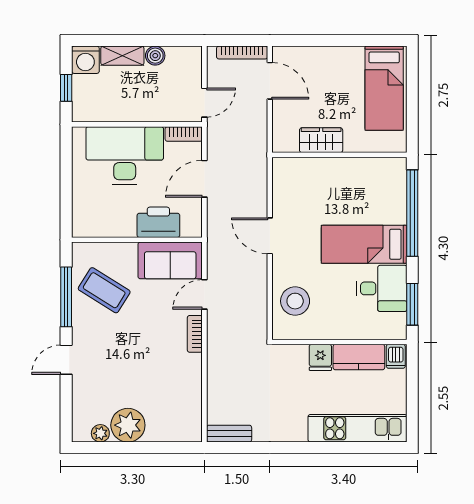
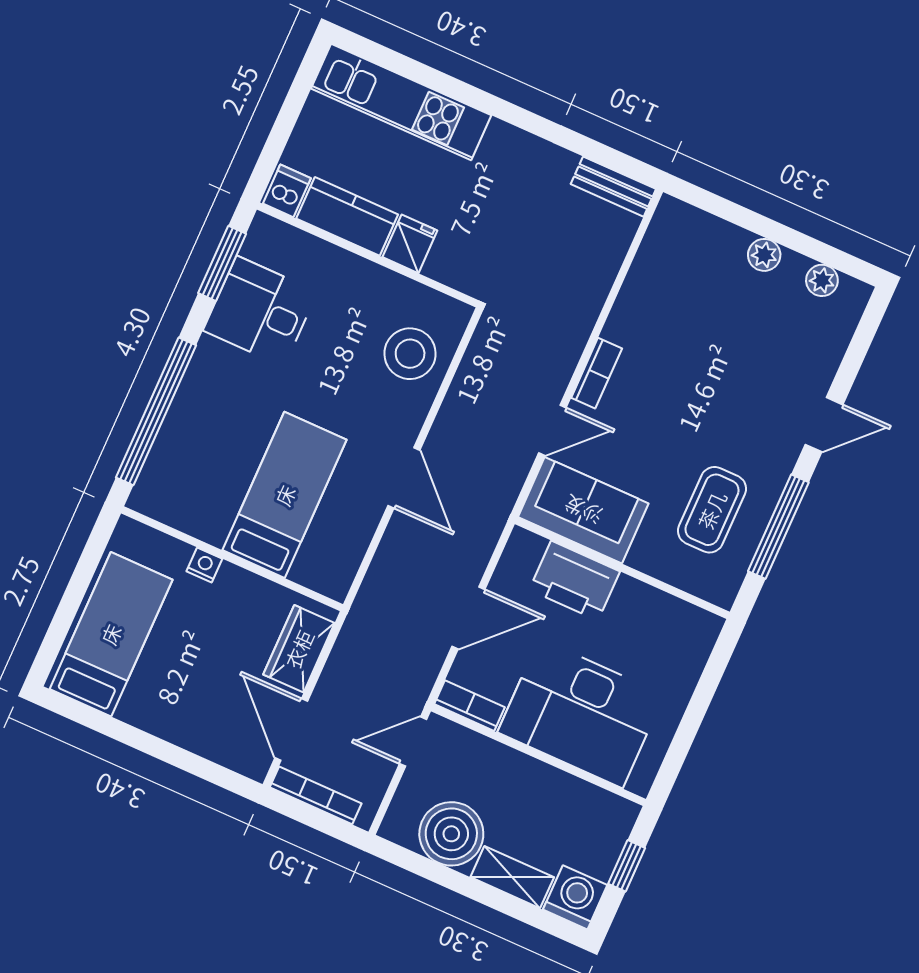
boiler: (155, 56) -> (451, 834), width x1.86, depth x1.86
wardrobe: (321, 140) -> (299, 649), moved, turned 90
nightstand: (352, 145) -> (204, 565), added
bed: (364, 244) -> (285, 495), moved, turned -90
coffee table: (104, 290) -> (712, 510), turned 58
plant: (128, 425) -> (764, 255), width x0.53, depth x0.53

